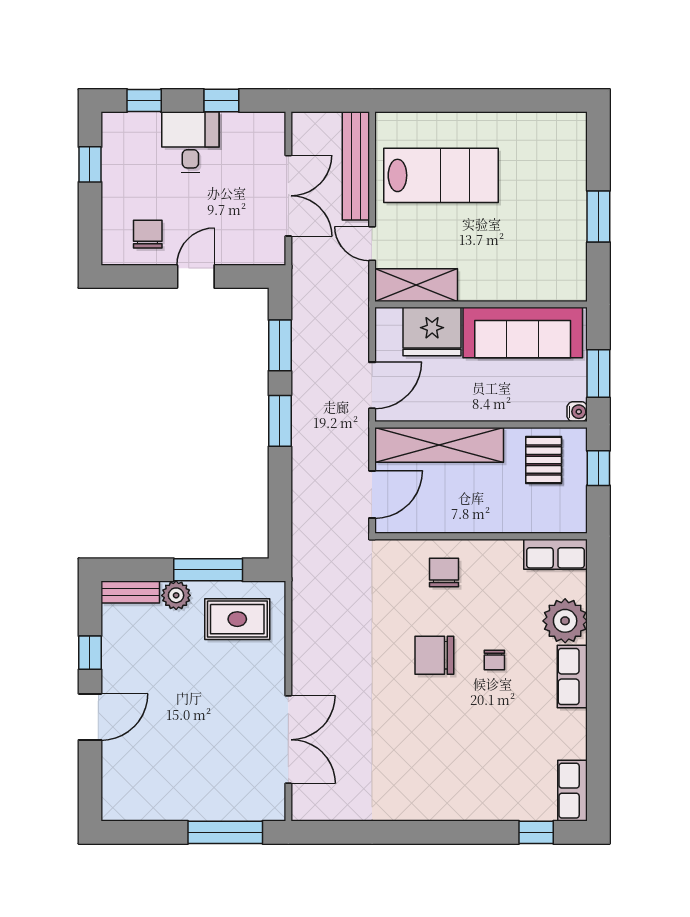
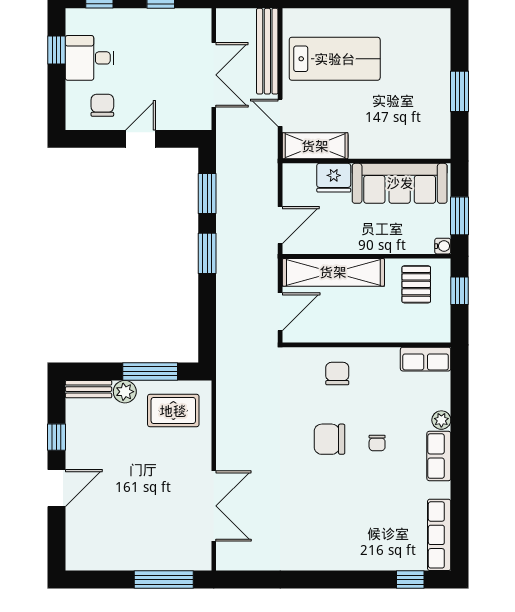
desk: (190, 142) -> (90, 58), moved, turned -90
fridge: (432, 332) -> (334, 178), width x0.73, depth x0.75
plant: (565, 621) -> (441, 420), width x0.53, depth x0.53
row of seats: (573, 791) -> (439, 535), width x1.48

